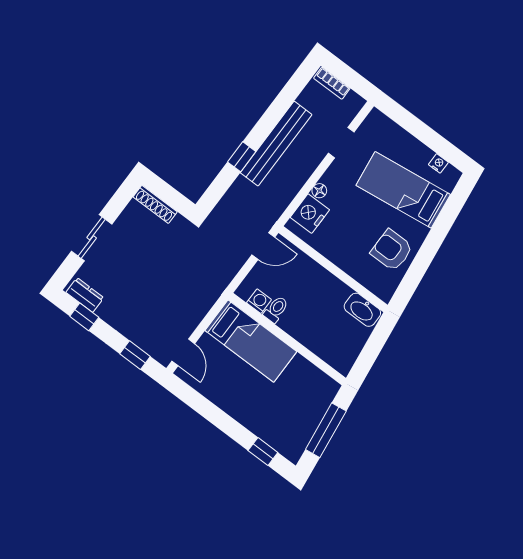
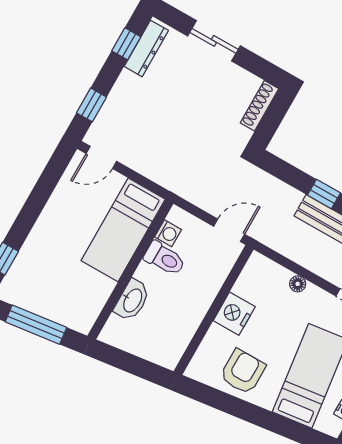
nightstand: (310, 214) -> (234, 314), moved, turned -90
door: (263, 246) -> (229, 230), swing flipped
dresser: (85, 295) -> (146, 48), width x1.44
toilet: (276, 309) -> (165, 258), width x1.37, depth x1.39
washbasin: (362, 310) -> (132, 300), moved, turned 180

